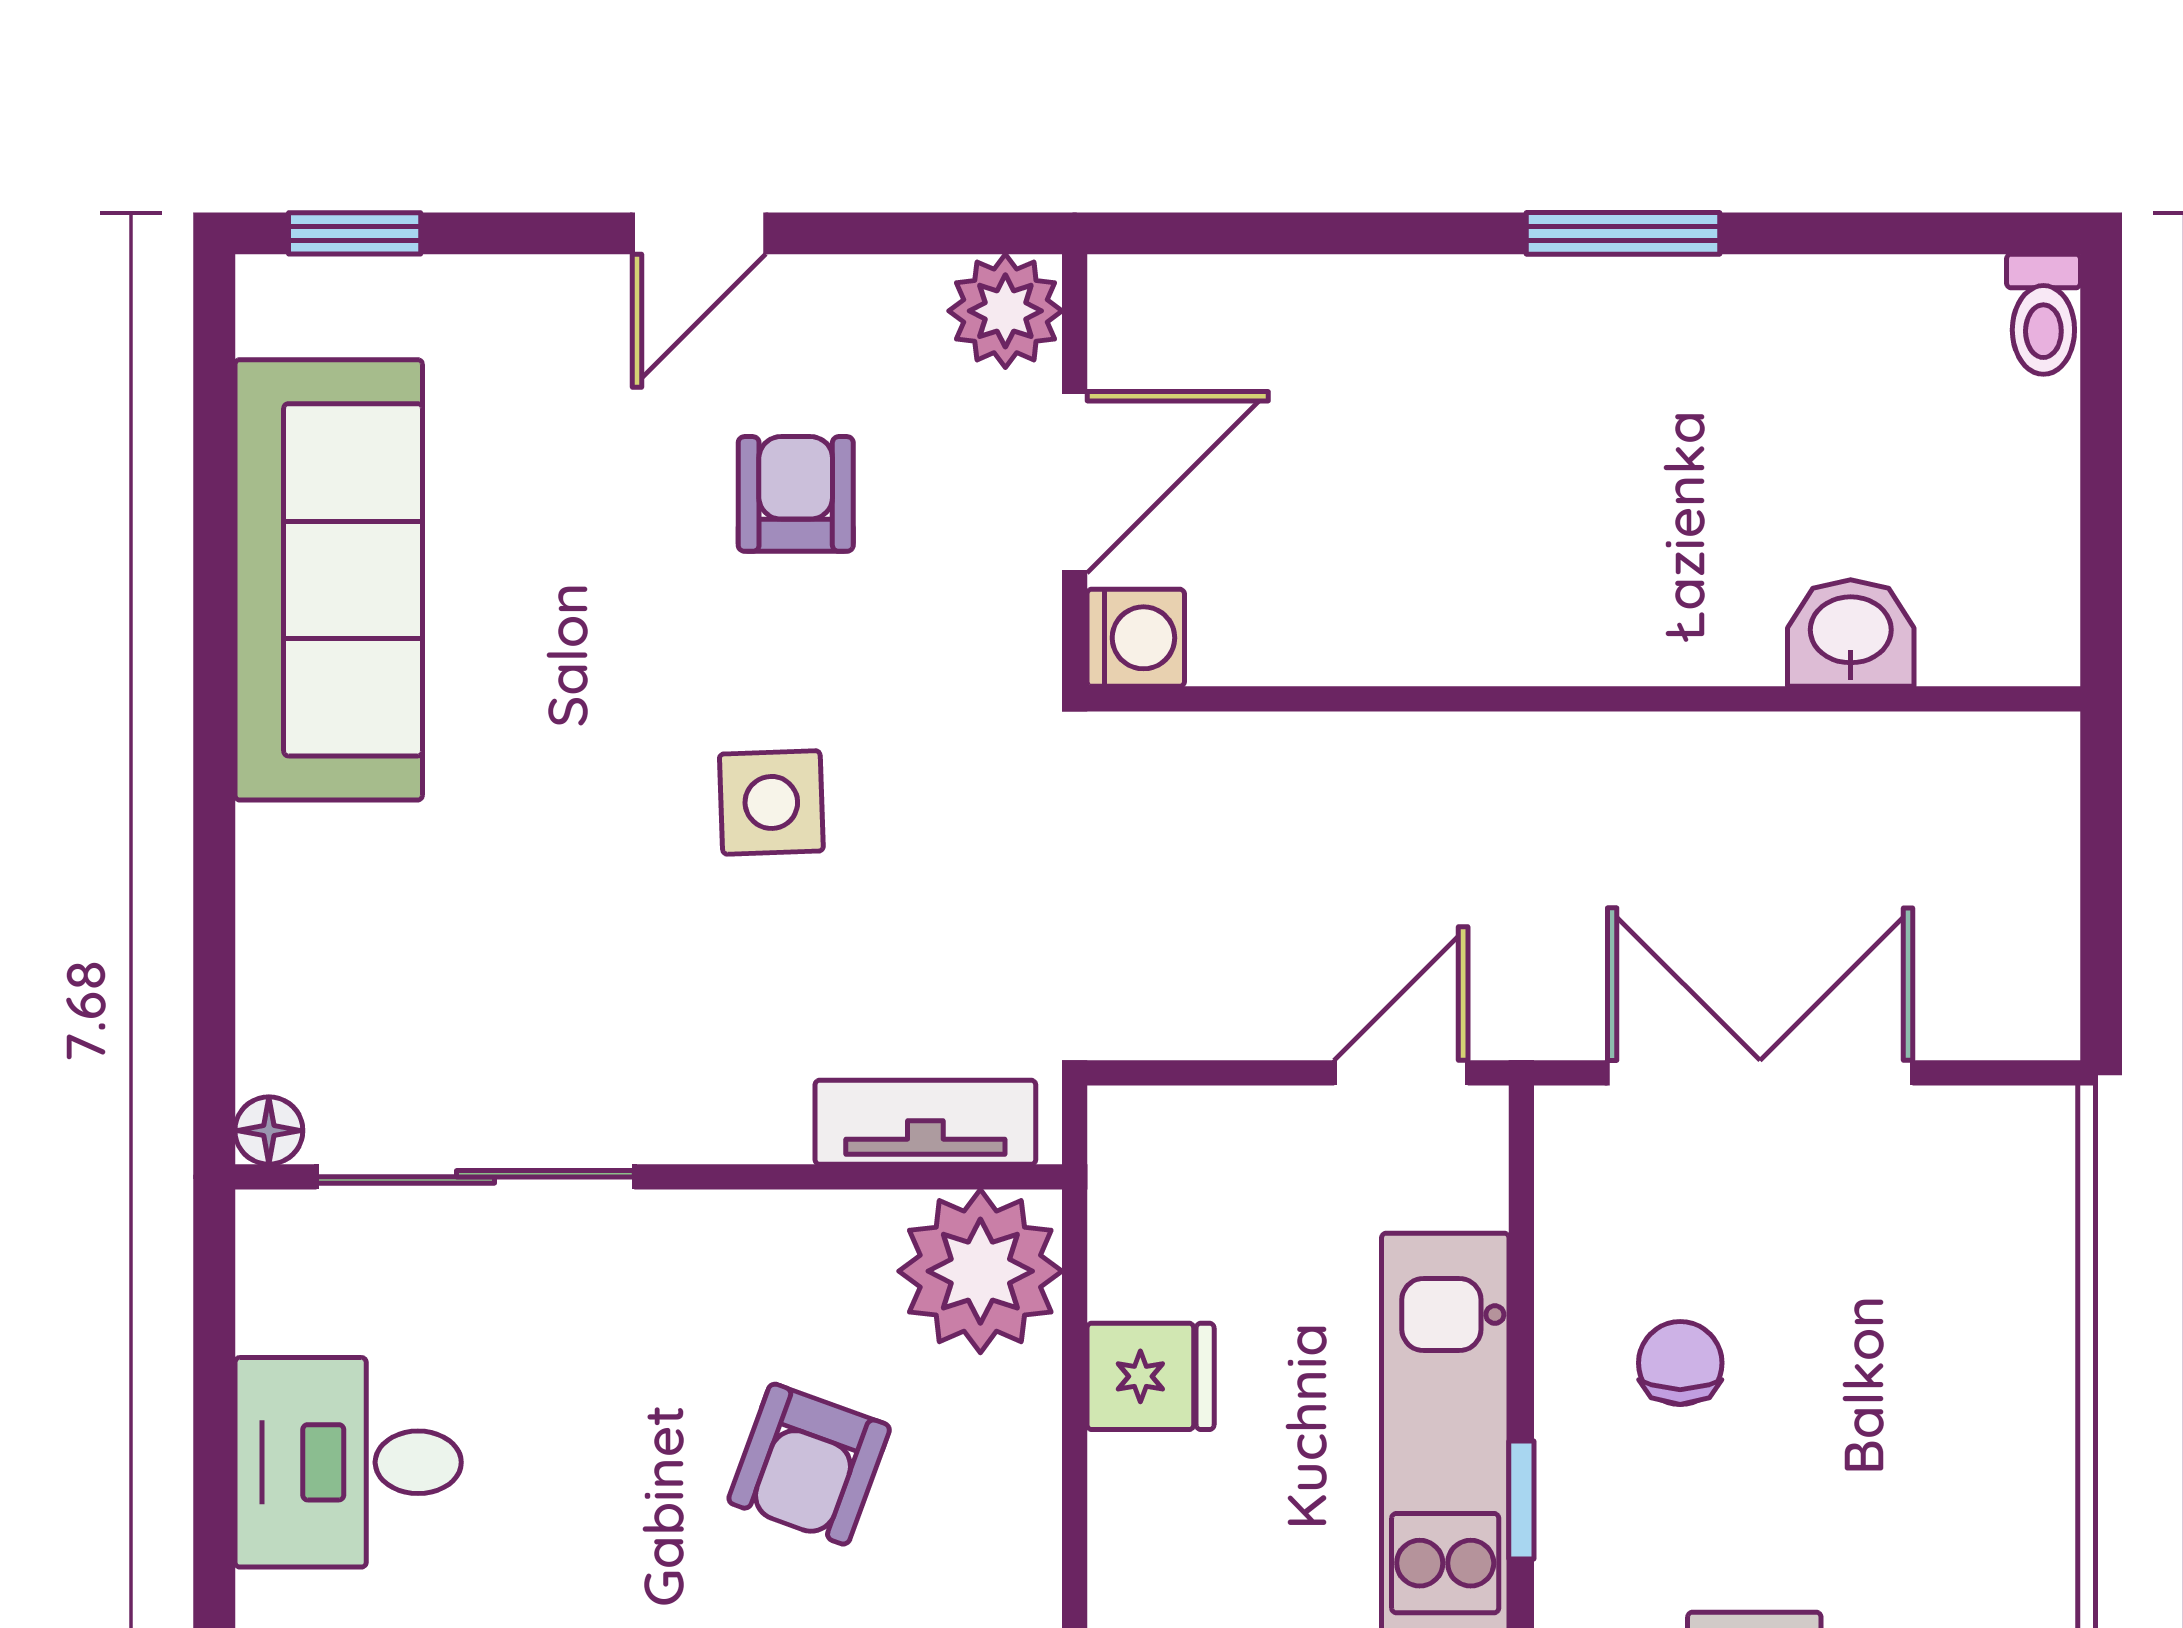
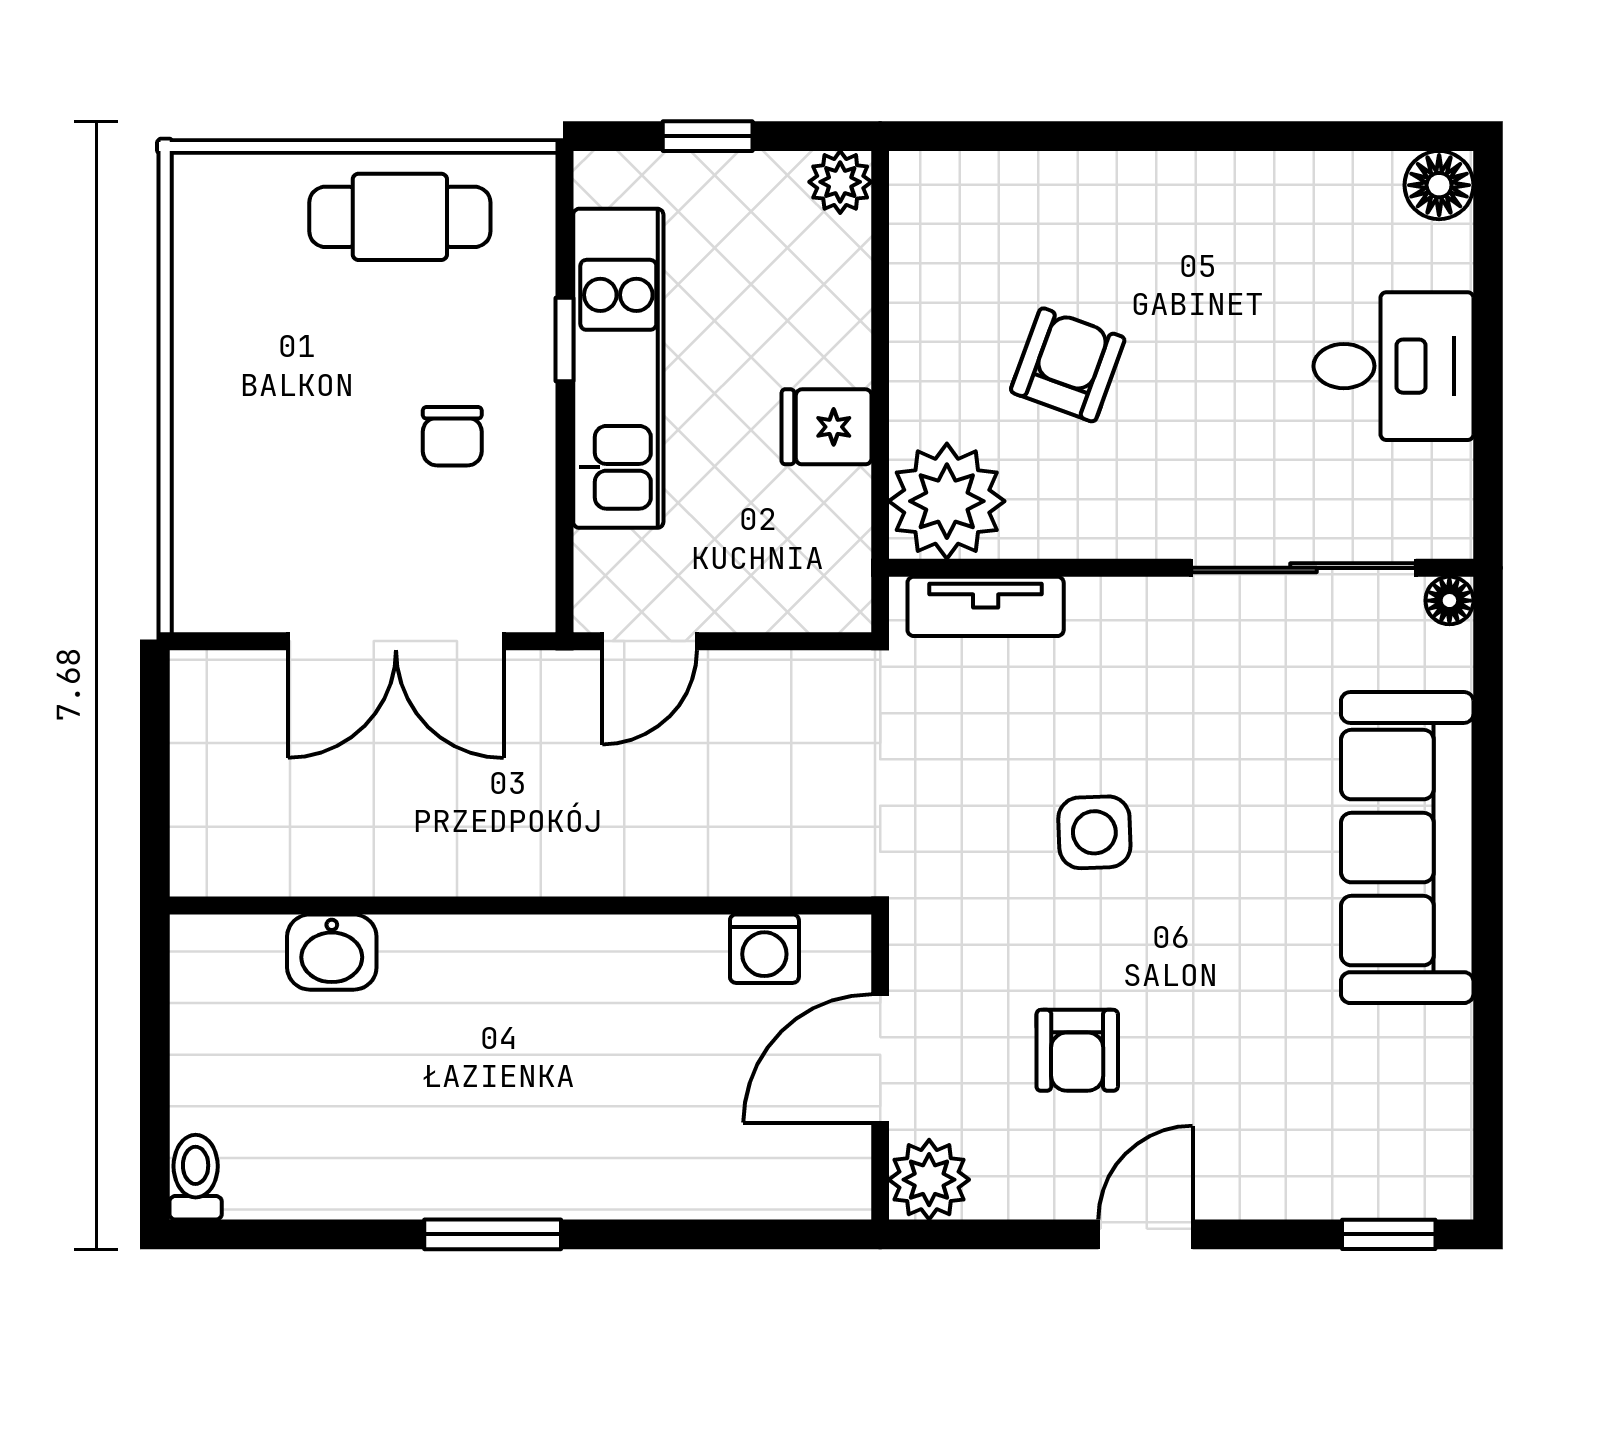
sofa: (329, 580) -> (1407, 848), moved
washing machine: (1136, 638) -> (764, 949), moved, turned -90

